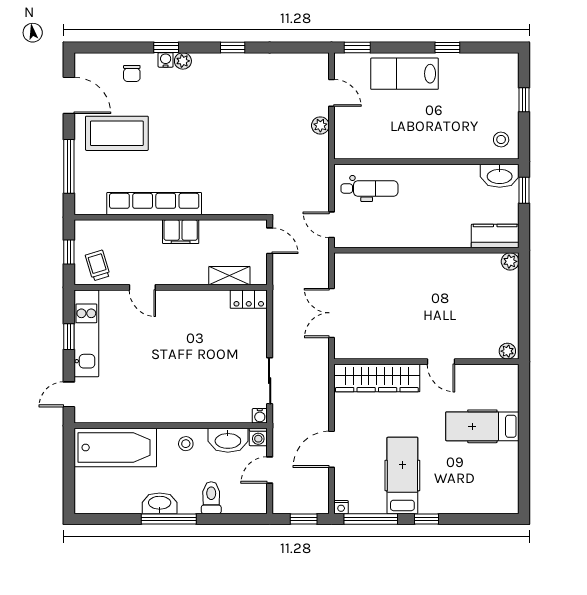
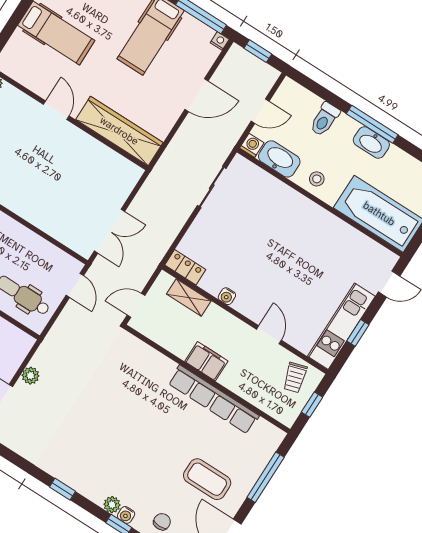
coffee table: (117, 133) -> (207, 479), width x0.73, depth x0.76
door: (270, 241) -> (136, 305), hinge flipped
double door: (332, 313) -> (109, 231), moved
water cooler: (260, 416) -> (227, 296), moved, turned 180

